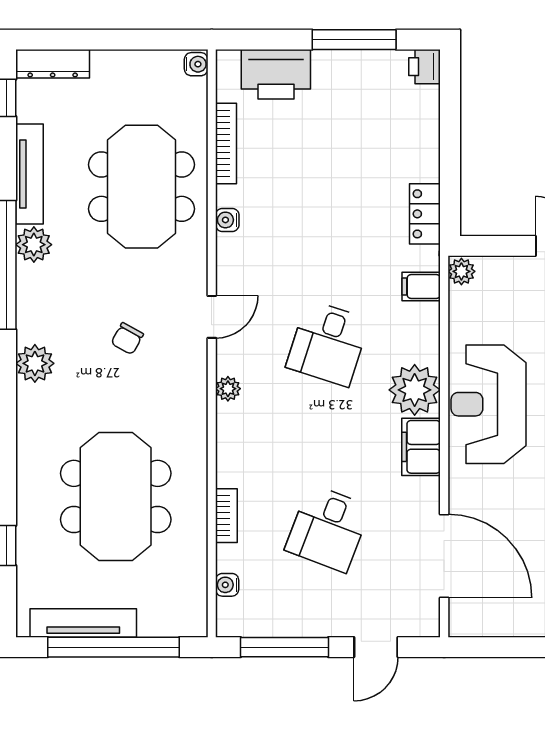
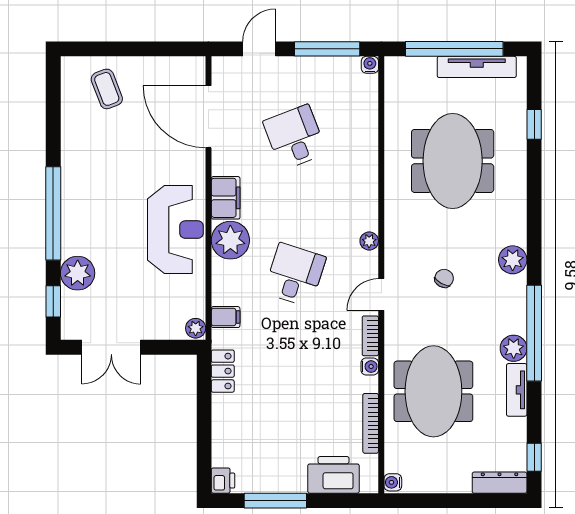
tv unit: (30, 174) -> (517, 390), width x0.71
bookcase: (226, 516) -> (370, 336), moved
desk: (328, 528) -> (295, 137), turned -42
water cooler: (227, 585) -> (370, 65), moved, turned -90

